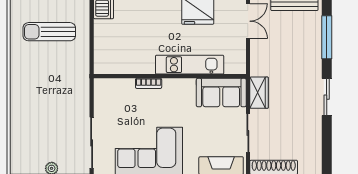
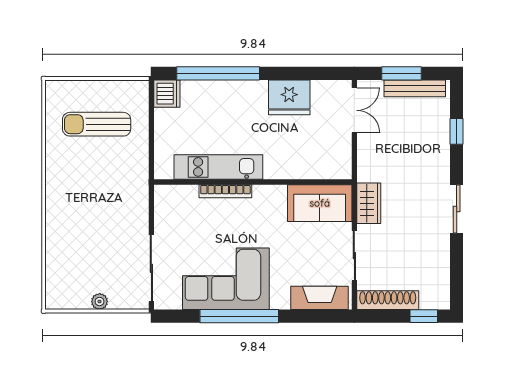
window: (327, 37) -> (457, 131), width x0.46
kitchen unit: (190, 65) -> (218, 167), moved
bookcase: (149, 83) -> (225, 191), width x1.56

